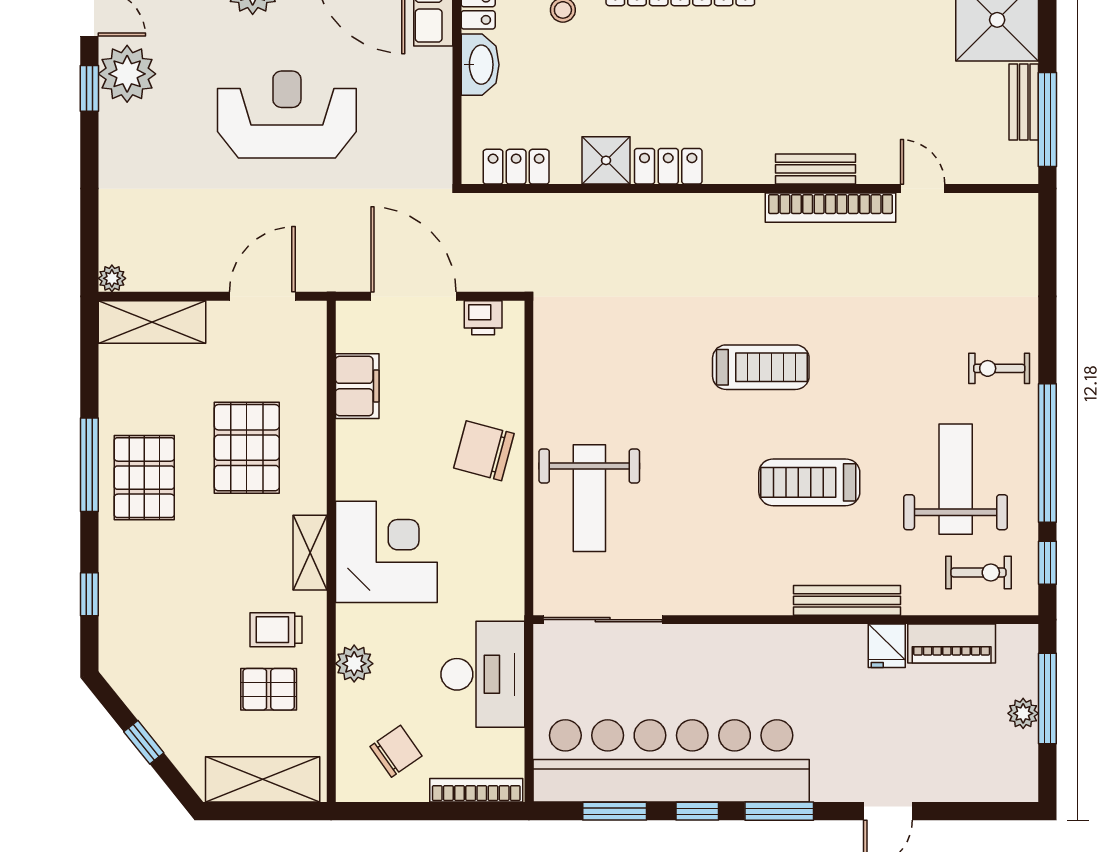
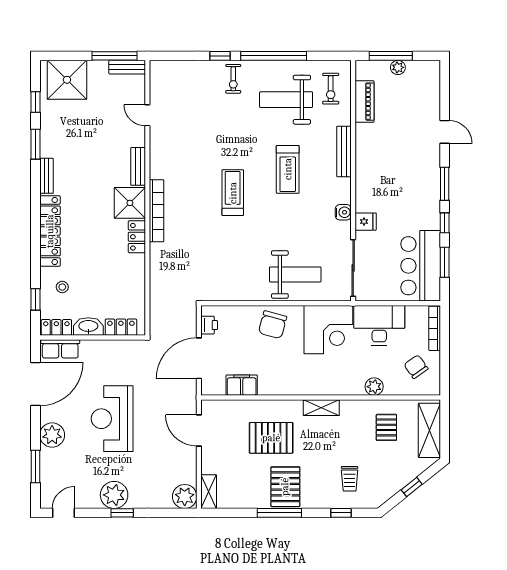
plant: (127, 74) -> (114, 495), moved
window: (89, 88) -> (122, 513), moved
bench: (1024, 102) -> (127, 67), moved
shower: (606, 160) -> (130, 203), moved, width x1.36, depth x1.36
locker: (516, 167) -> (121, 327), moved, turned 90
door: (923, 189) -> (147, 115), hinge flipped
bookcase: (830, 208) -> (157, 211), moved
plant: (112, 278) -> (185, 497), width x1.88, depth x1.88
shelving: (152, 322) -> (209, 492), width x0.67, depth x0.75
pallet: (144, 478) -> (285, 487), turned 90
corner desk: (386, 552) -> (328, 330), moved, turned 180
window: (1047, 563) -> (220, 56), moved
exercise bike: (978, 572) -> (331, 89), turned 180
water cooler: (719, 599) -> (343, 212), added
trolley: (276, 630) -> (350, 479), moved
fridge: (887, 646) -> (366, 222), moved
bar counter: (671, 761) -> (421, 266), width x0.54

